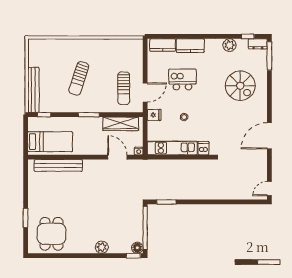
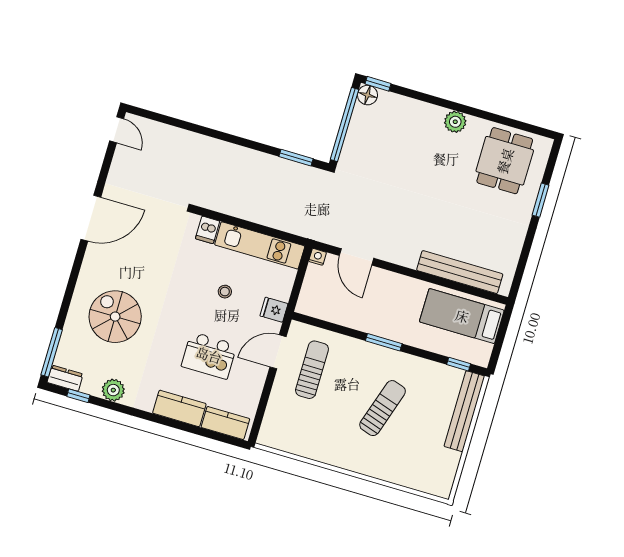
wardrobe: (121, 124) -> (335, 311), removed
door: (269, 188) -> (117, 130), hinge flipped
plant: (102, 247) -> (455, 122), moved

